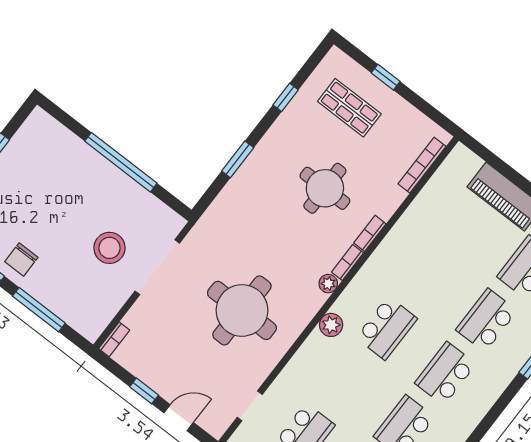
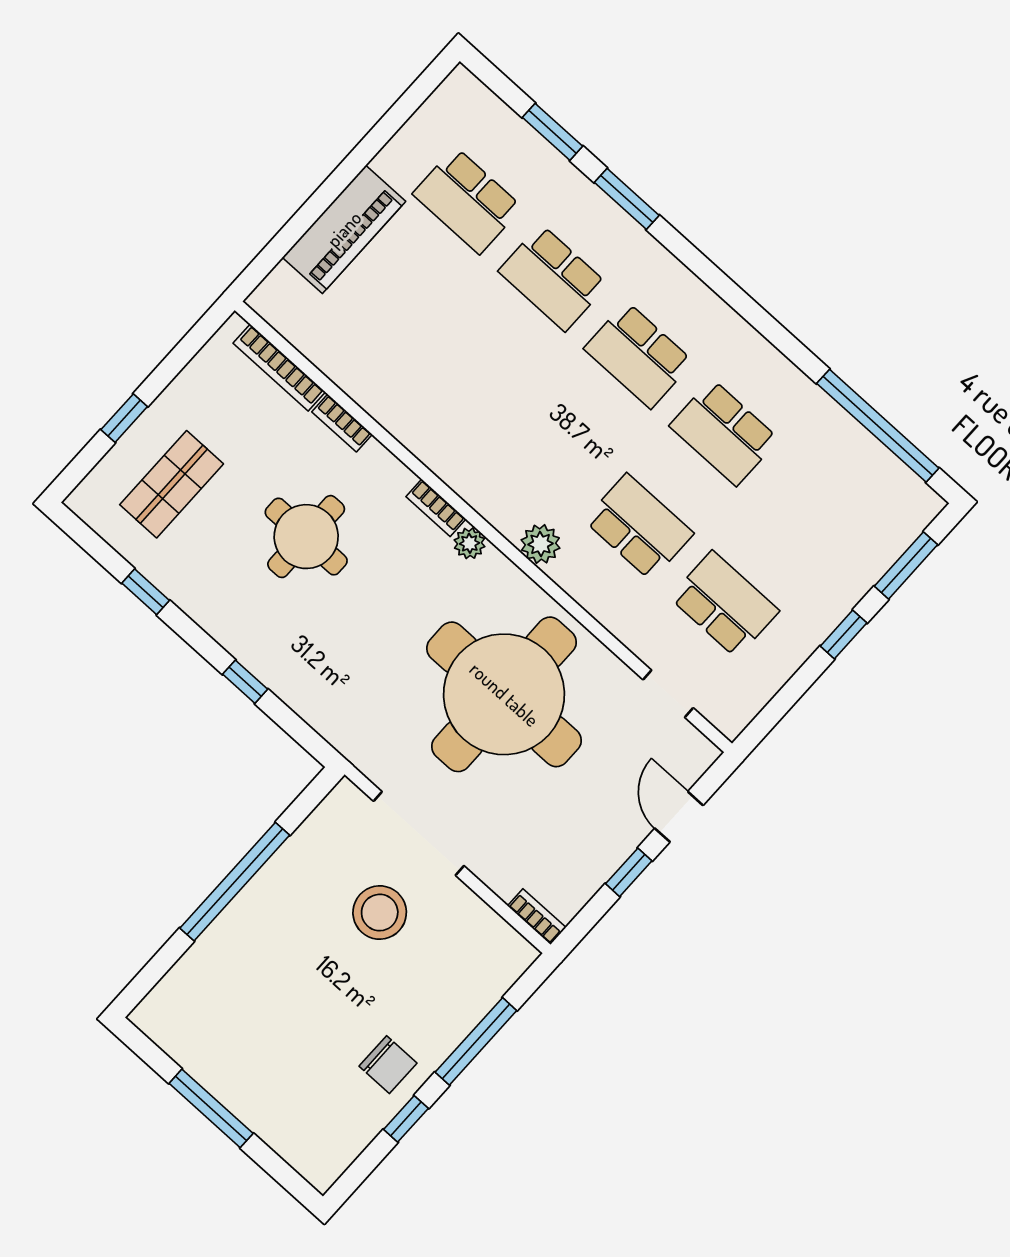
window: (238, 159) -> (245, 682), width x0.67
bookcase: (370, 233) -> (342, 423), moved
round table: (242, 310) -> (504, 694), width x1.36, depth x1.36
school desk: (387, 328) -> (639, 527), moved

